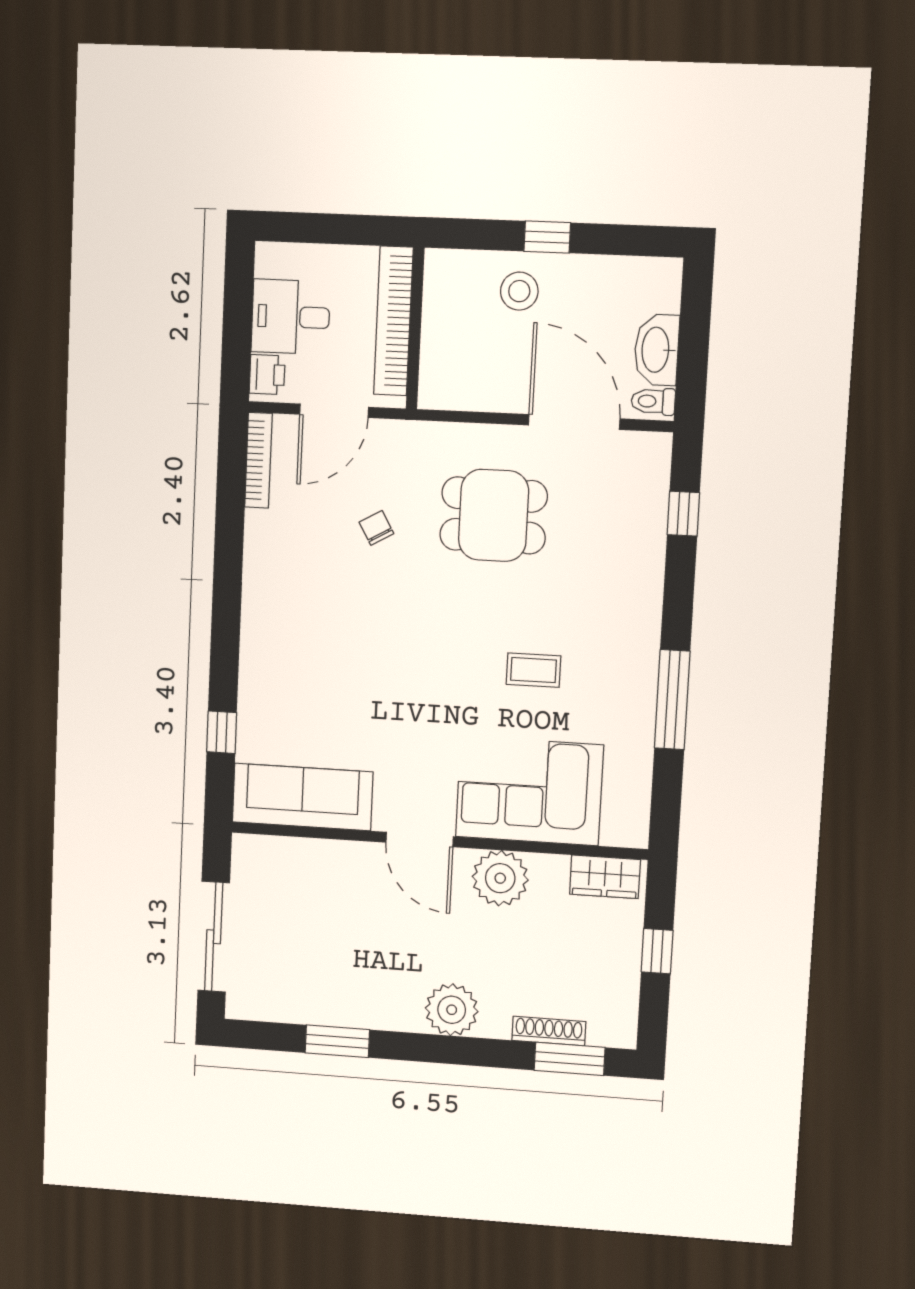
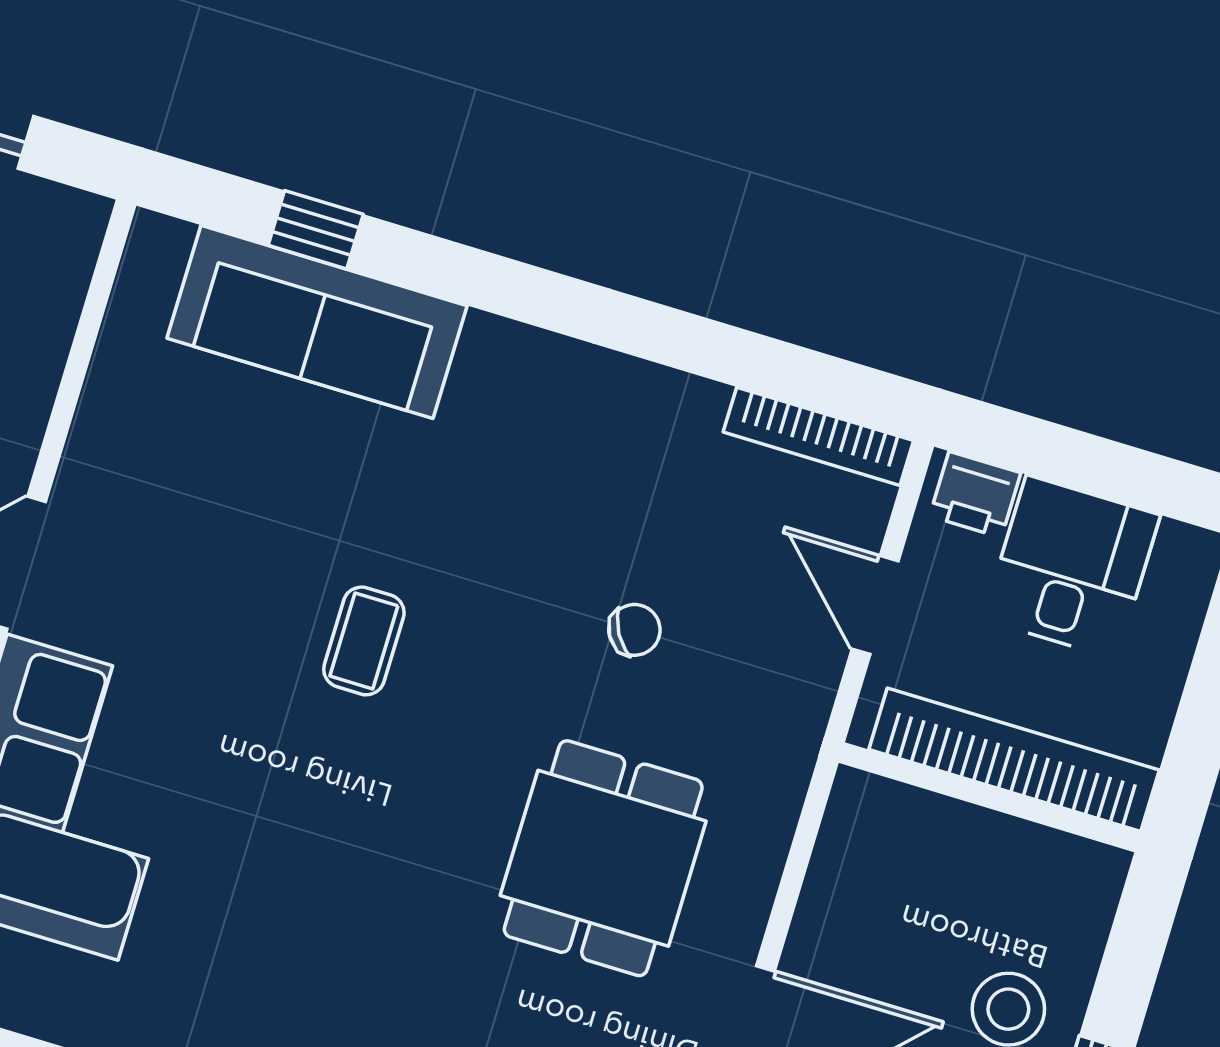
door: (334, 411) -> (875, 605), width x0.73
coffee table: (534, 670) -> (364, 641), moved
sofa: (302, 797) -> (317, 322), moved, turned 90

